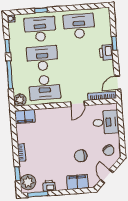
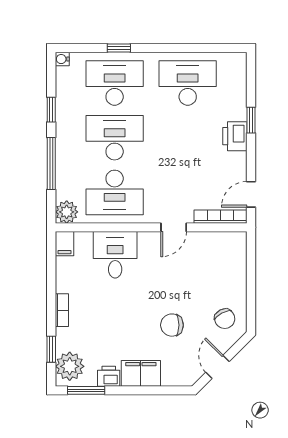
filing cabinet: (25, 117) -> (64, 244), width x0.50
desk: (106, 122) -> (115, 255), moved, turned -90
filing cabinet: (78, 182) -> (141, 373), moved

